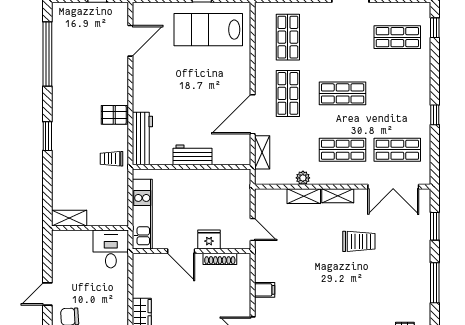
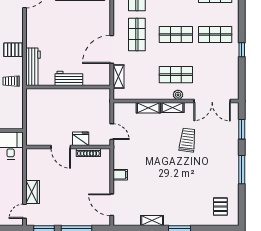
shop shelf: (397, 150) -> (215, 34), moved
plant: (303, 178) -> (178, 95), moved
kitchen unit: (142, 214) -> (33, 121), removed
trolley: (359, 241) -> (188, 140), turned -83

